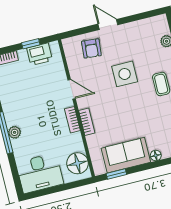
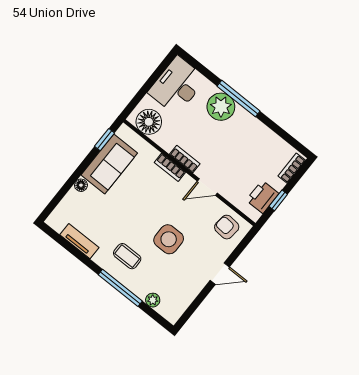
armchair: (91, 48) -> (227, 227), moved
plant: (15, 132) -> (221, 107), width x1.88, depth x1.88

